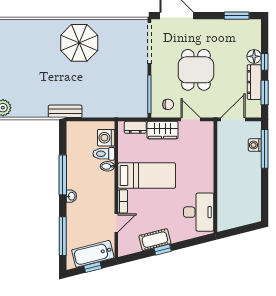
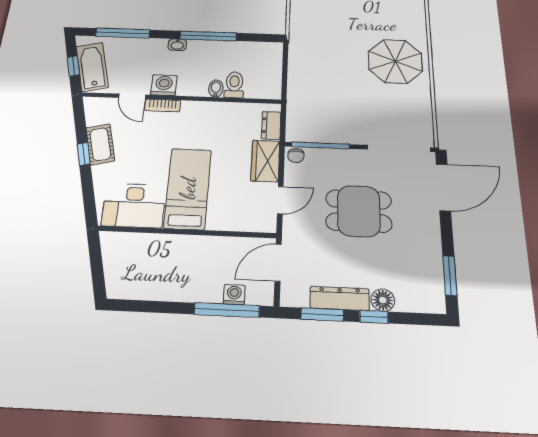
chair: (168, 104) -> (296, 156), moved
bench: (65, 111) -> (297, 42), removed
door: (233, 119) -> (278, 263), swing flipped
washing machine: (106, 138) -> (164, 85), moved
bed: (147, 176) -> (188, 188), moved, turned 180

